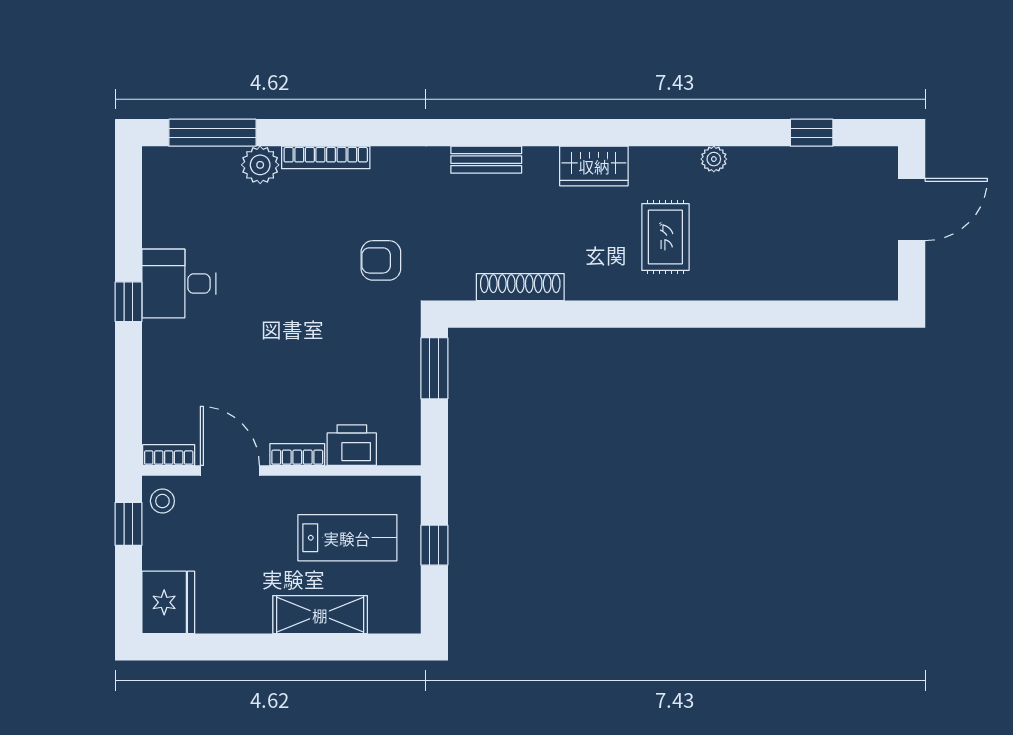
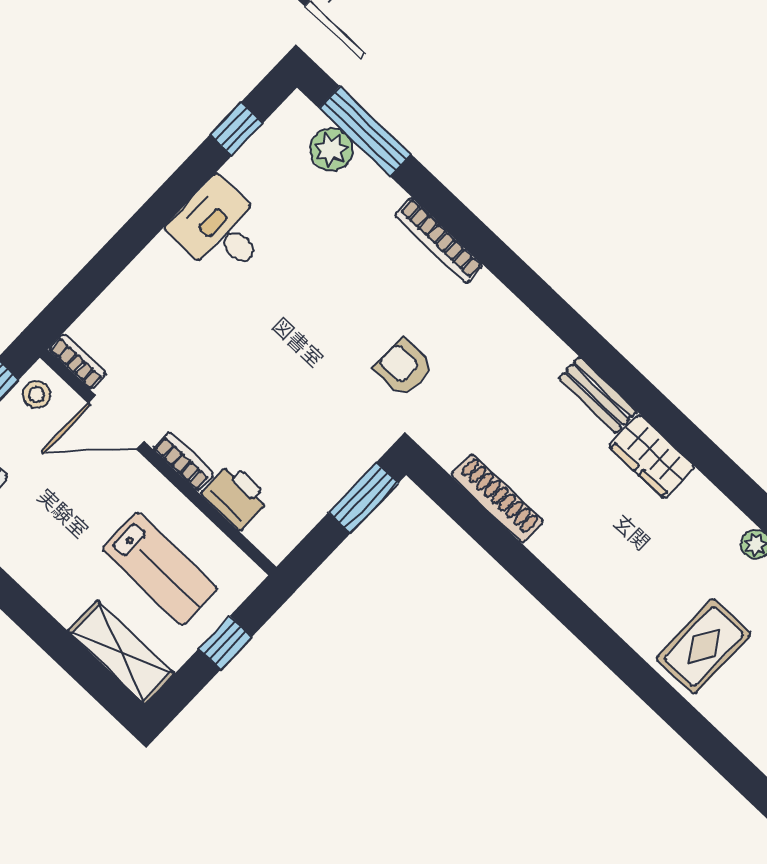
bench: (486, 160) -> (598, 395), moved
plant: (260, 165) -> (331, 150), moved
rug: (665, 237) -> (704, 646), moved
window: (129, 302) -> (237, 129), moved
door: (230, 470) -> (116, 422), swing flipped
shelving: (320, 615) -> (121, 652), moved

